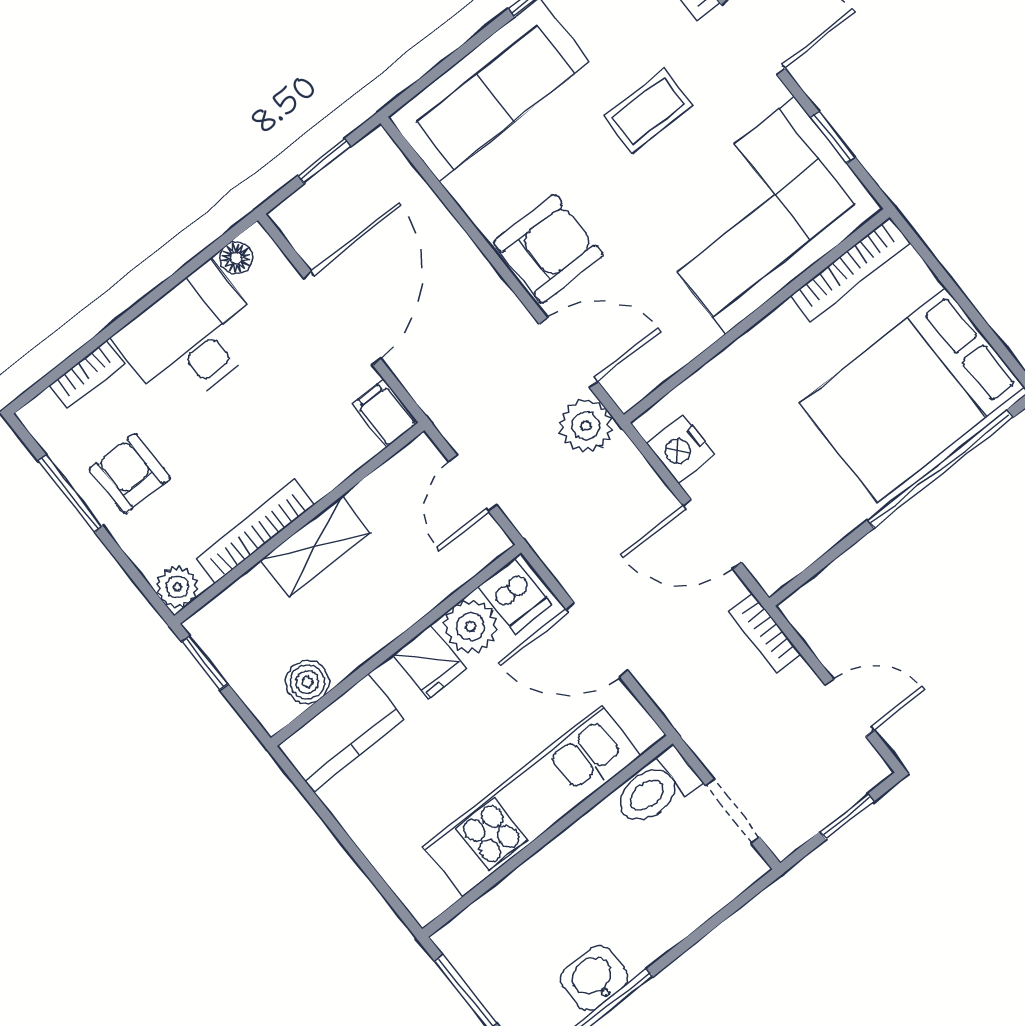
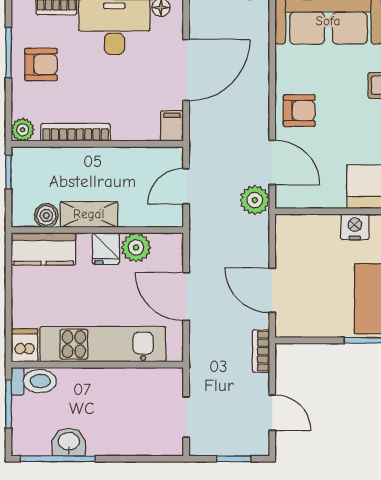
armchair: (548, 249) -> (299, 111), width x0.72, depth x0.72
nightstand: (681, 449) -> (355, 227), moved, turned 90
armchair: (130, 474) -> (41, 64), turned 90
shelving: (315, 546) -> (89, 214), moved
dishwasher: (515, 596) -> (25, 345), moved, turned 180
toilet: (656, 788) -> (34, 381), moved, turned 180

